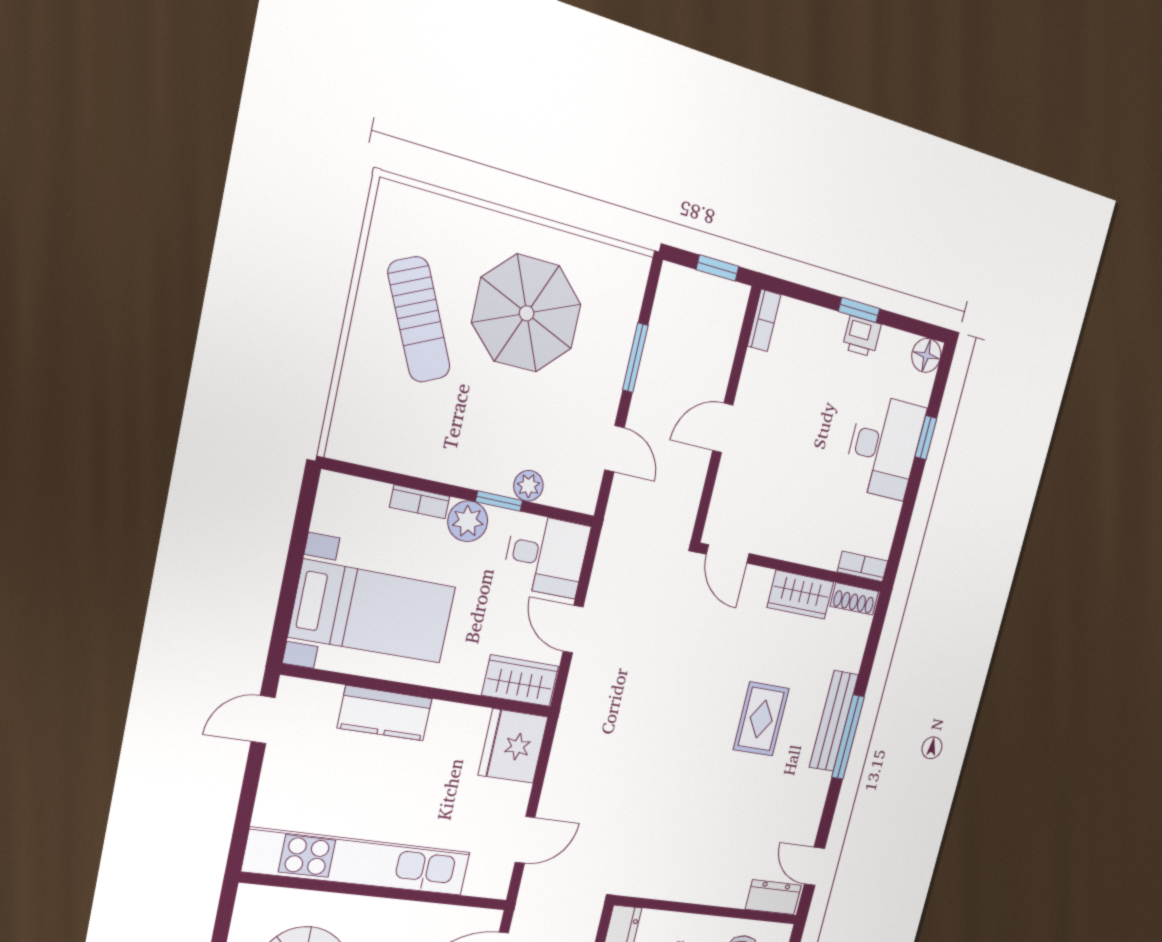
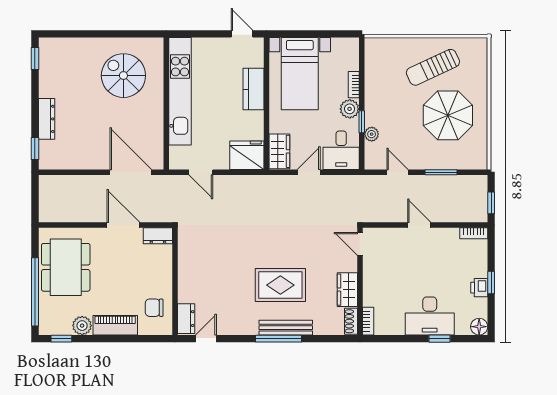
door: (614, 449) -> (397, 172), swing flipped
door: (728, 554) -> (360, 244), hinge flipped
rug: (761, 719) -> (280, 285), width x1.36, depth x1.43

